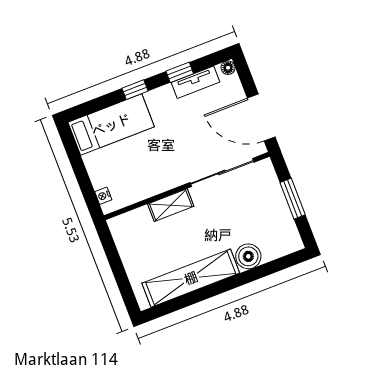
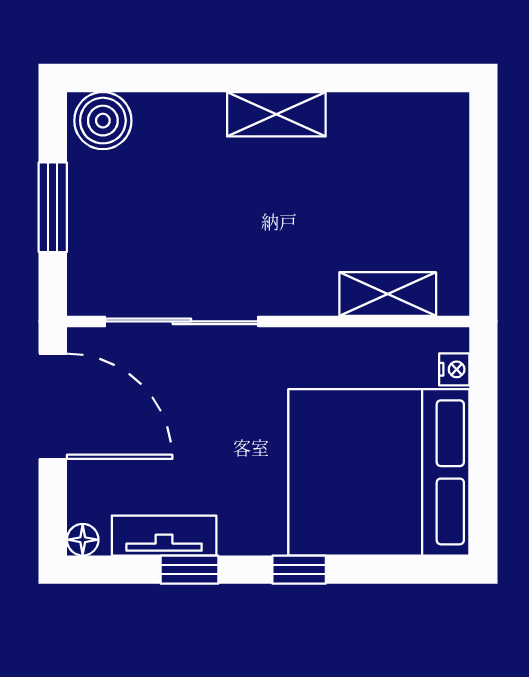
bed: (111, 125) -> (379, 472), width x2.04
shelving: (171, 205) -> (388, 294), moved
boiler: (248, 256) -> (103, 121), moved
shelving: (191, 278) -> (276, 114), width x0.45, depth x0.75

